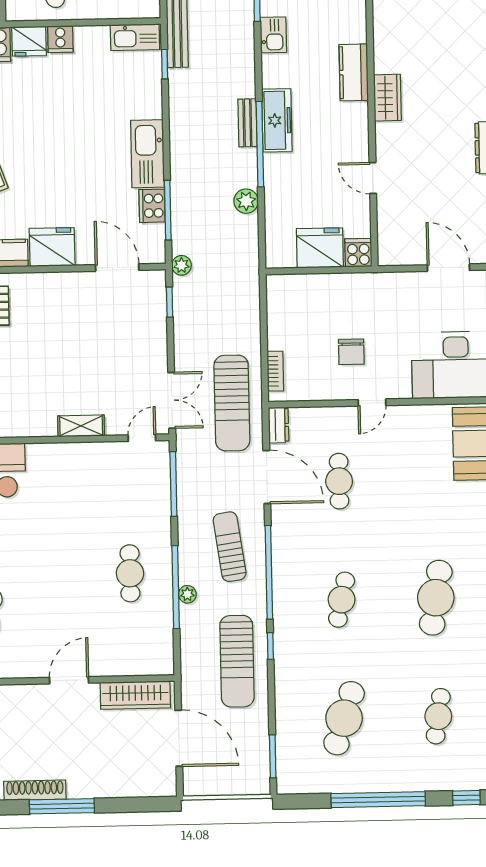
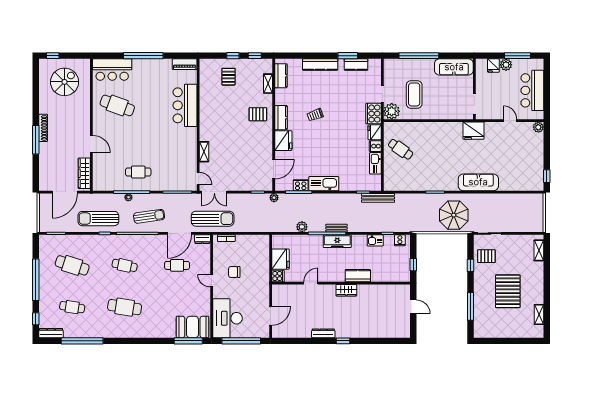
kitchen sink: (135, 37) -> (375, 163), moved
sun lounger: (232, 403) -> (213, 219), turned 180

